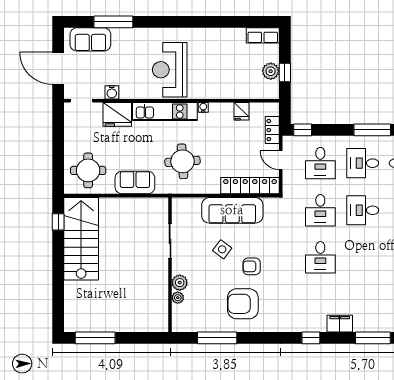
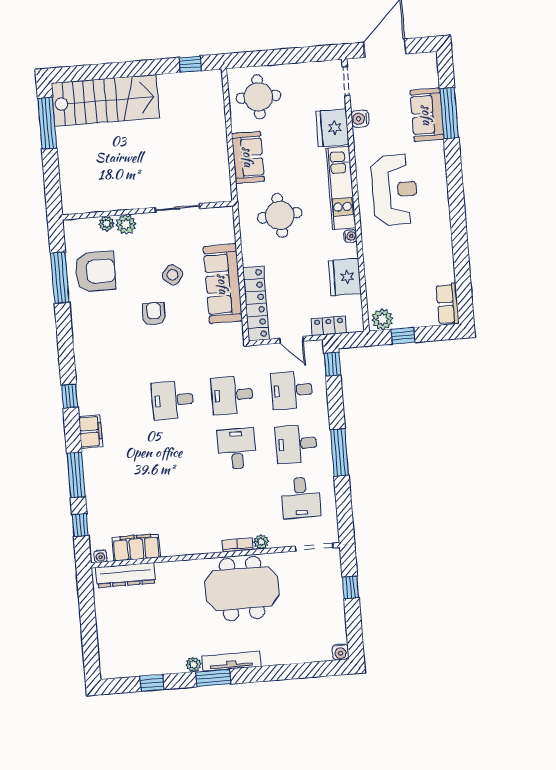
sofa: (90, 39) -> (427, 115), moved
reception desk: (170, 70) -> (394, 190), turned 90
plant: (271, 71) -> (382, 319), moved
fridge: (242, 111) -> (345, 277), width x1.88, depth x1.34
door: (281, 160) -> (291, 340), swing flipped
desk: (363, 163) -> (296, 444), turned -90
stairs: (81, 239) -> (105, 100), moved
armchair: (243, 304) -> (95, 272), moved, turned 90

